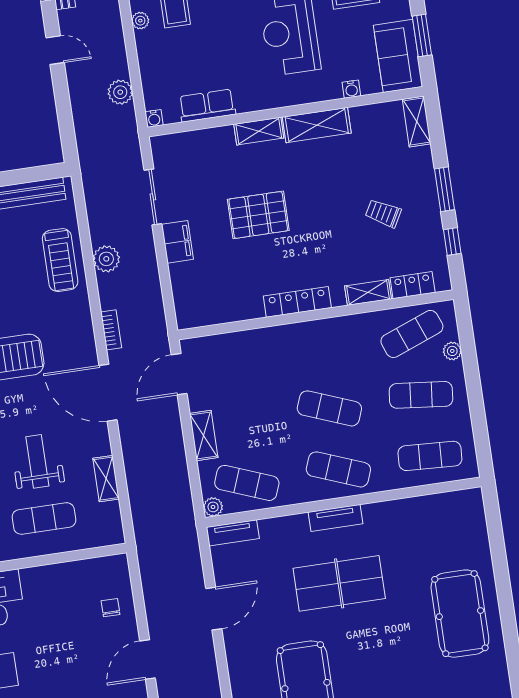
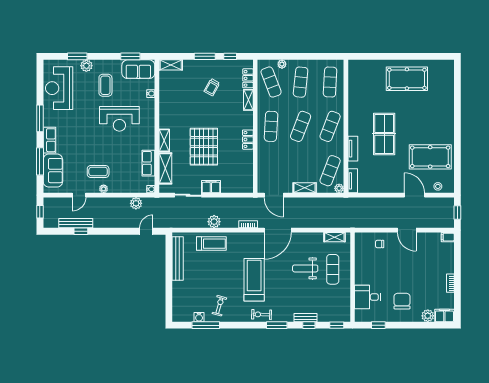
door: (55, 50) -> (146, 231), moved
shelving: (317, 125) -> (165, 168), moved
pallet: (258, 215) -> (204, 147), width x1.37, depth x1.41
locker: (297, 302) -> (248, 140), width x0.66
exercise mat: (320, 347) -> (271, 126), added
shelving: (106, 479) -> (334, 237), moved
tv unit: (336, 518) -> (353, 149), moved
door: (214, 609) -> (414, 195), moved

